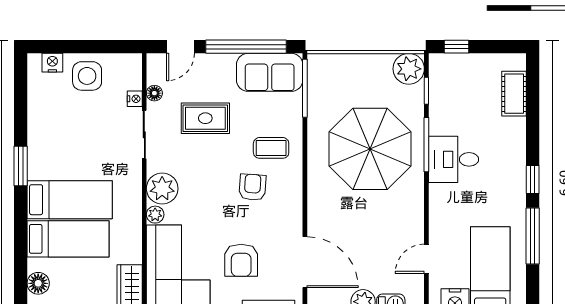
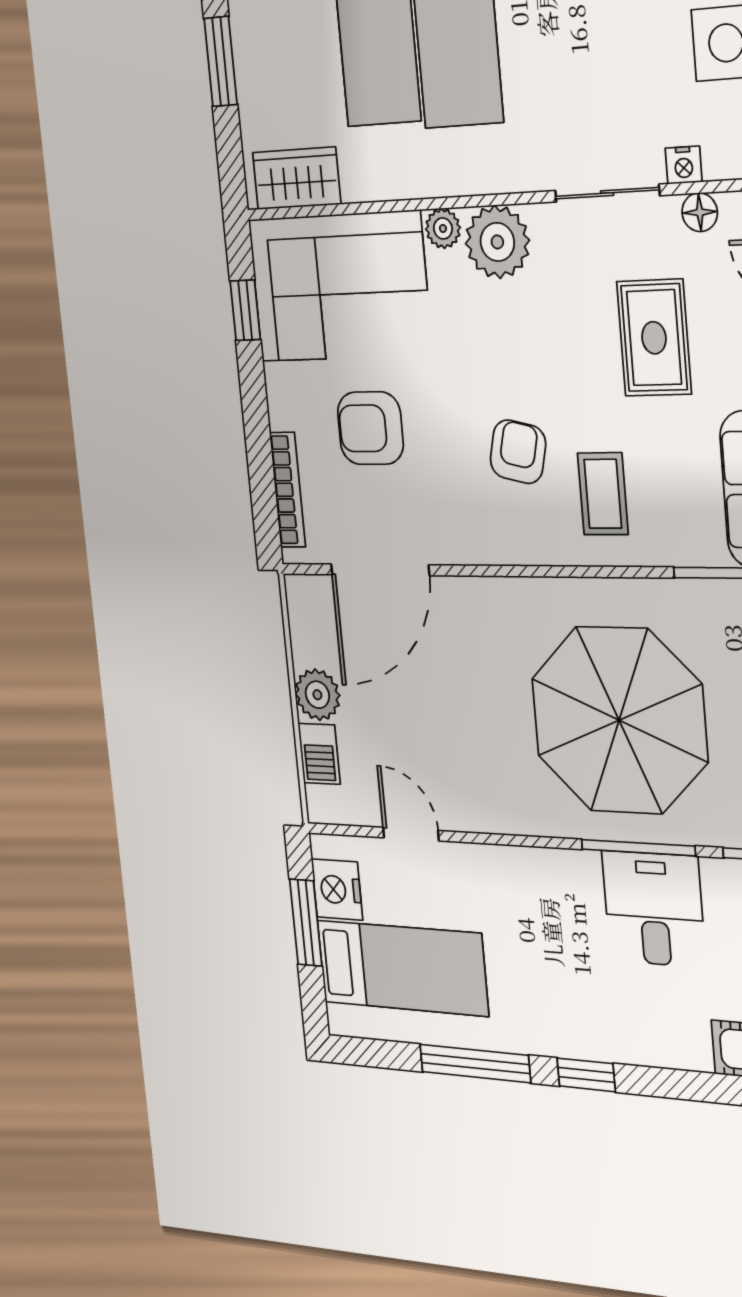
desk: (454, 159) -> (654, 909), moved
armchair: (253, 187) -> (518, 452), turned -81

